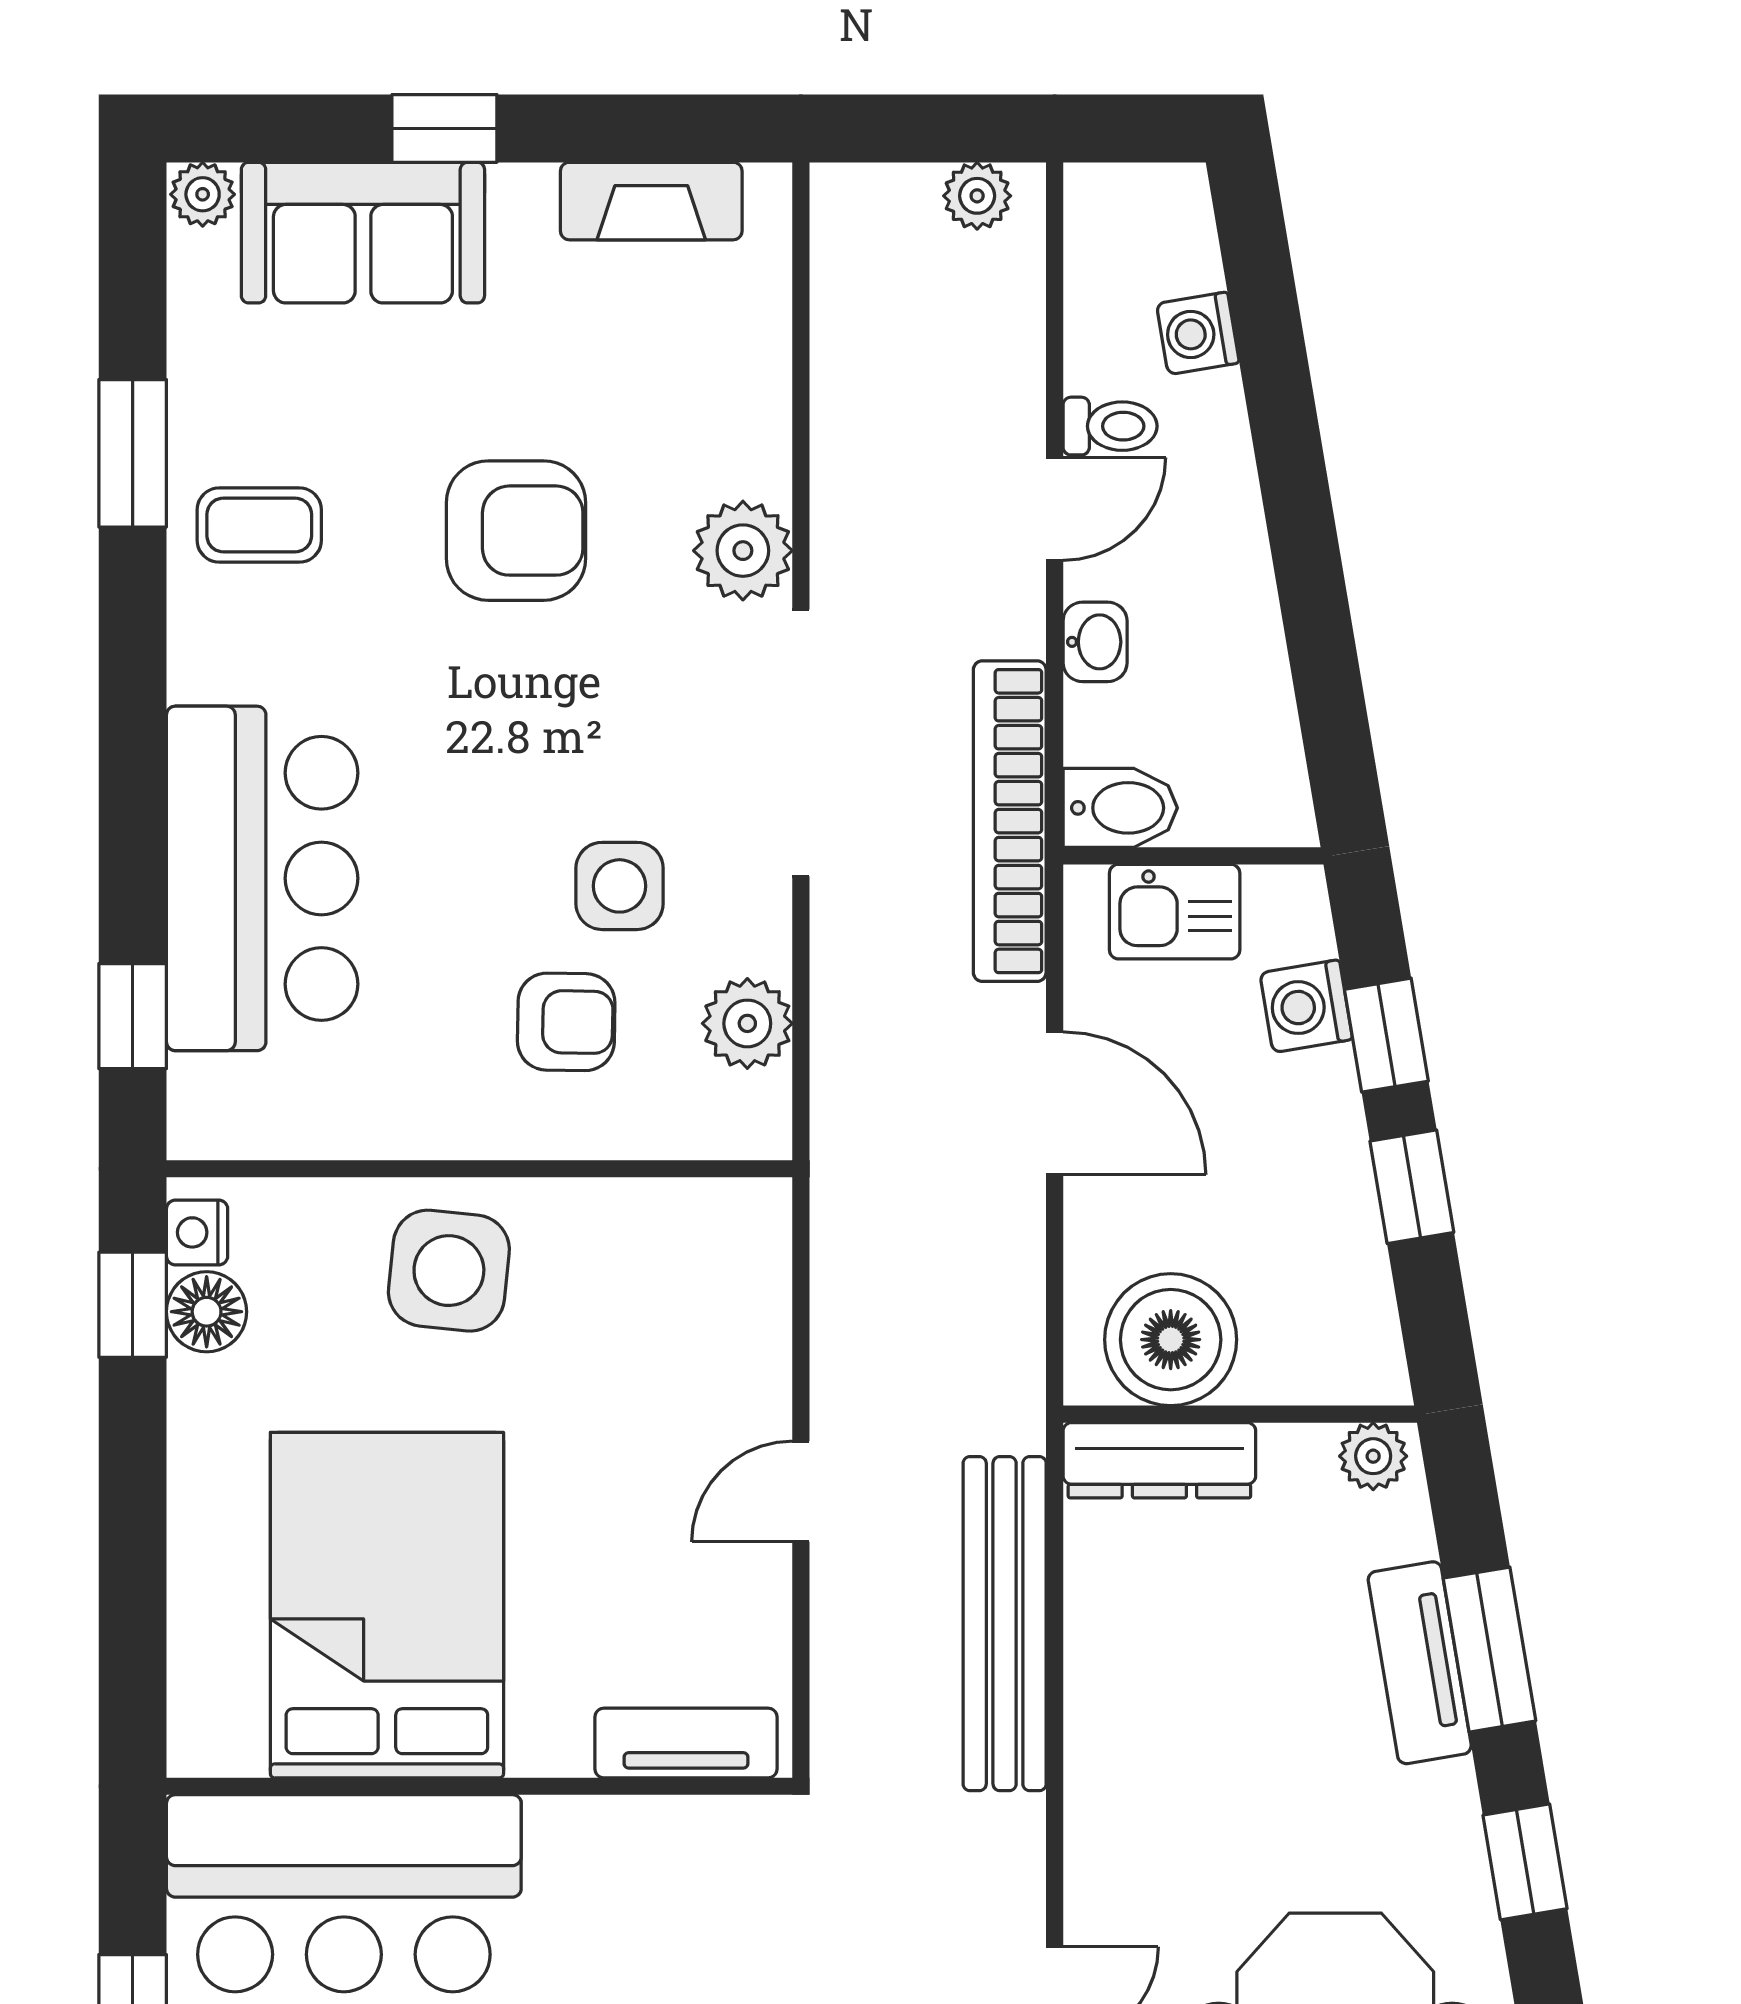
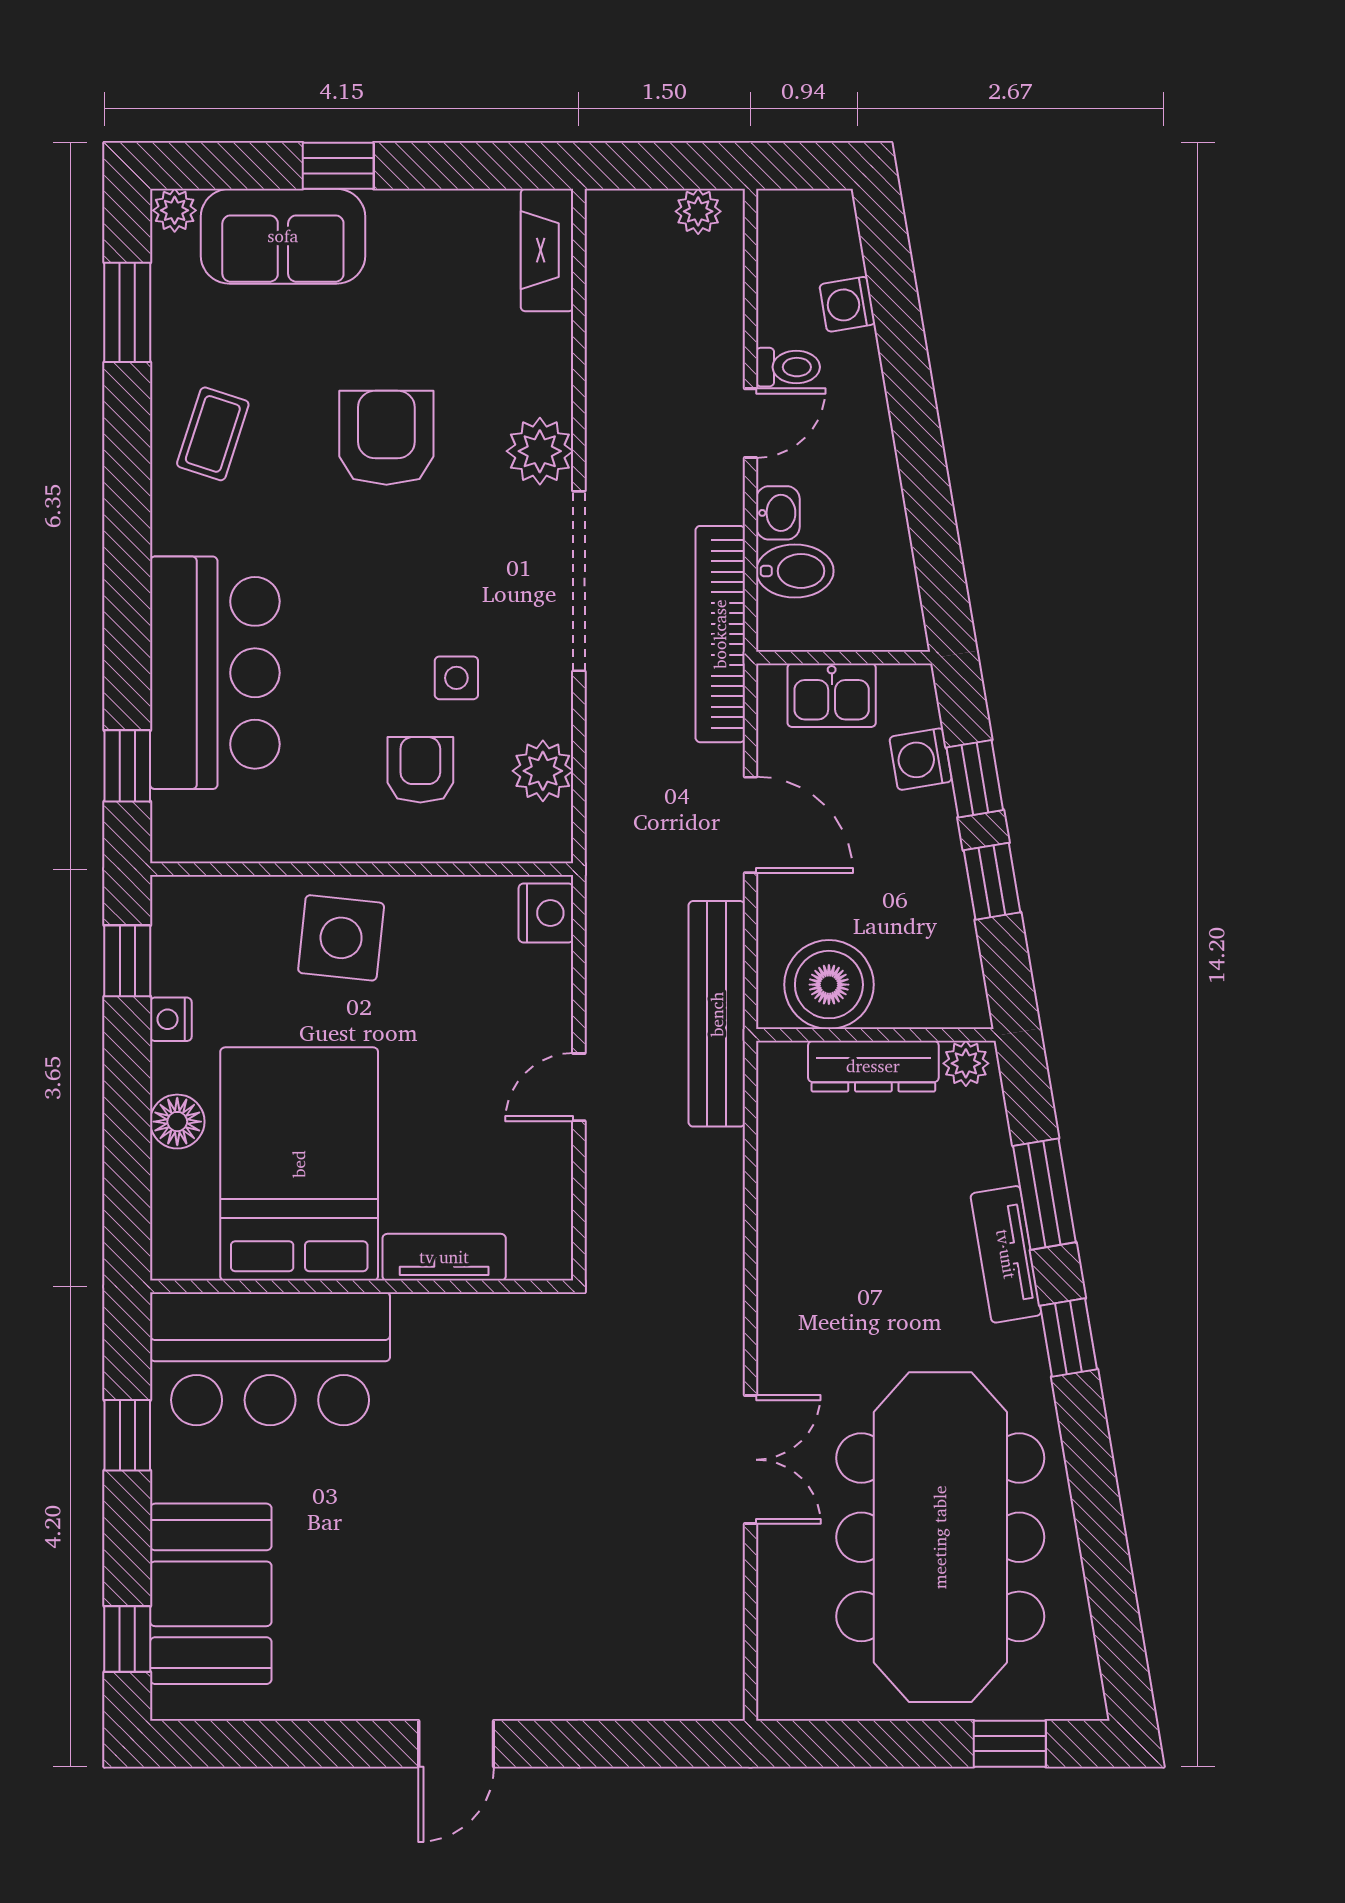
fireplace: (651, 201) -> (547, 250), moved, turned 90
window: (133, 453) -> (127, 312), moved
coffee table: (259, 525) -> (213, 434), turned -72
armchair: (516, 531) -> (386, 438), turned -90
bidet: (1120, 808) -> (795, 571), moved
side table: (620, 886) -> (456, 678), width x0.73, depth x0.73
armchair: (566, 1022) -> (420, 770), turned -91
nightstand: (197, 1232) -> (171, 1019), moved
nightstand: (752, 1234) -> (546, 913), added
floor lamp: (207, 1312) -> (177, 1122), moved
dresser: (1159, 1460) -> (873, 1066), moved
bench: (1005, 1624) -> (717, 1014), moved
tv unit: (1420, 1663) -> (1006, 1254), moved
tv unit: (686, 1743) -> (444, 1257), moved

